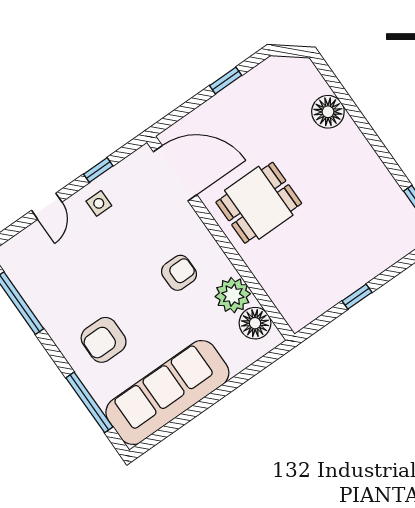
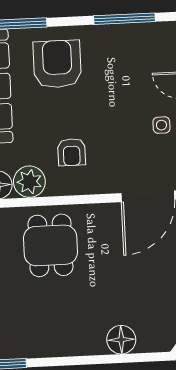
dining table: (259, 203) -> (50, 245), moved
armchair: (104, 340) -> (57, 64), width x1.36, depth x1.36

